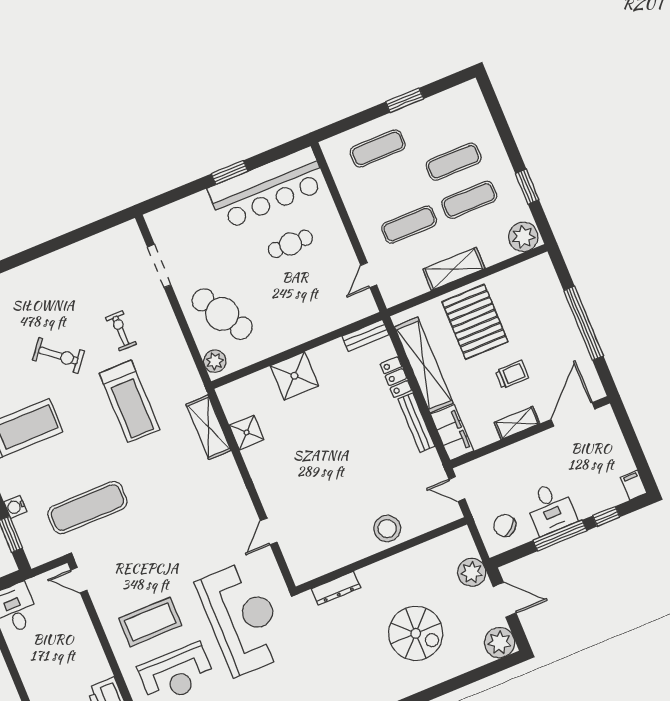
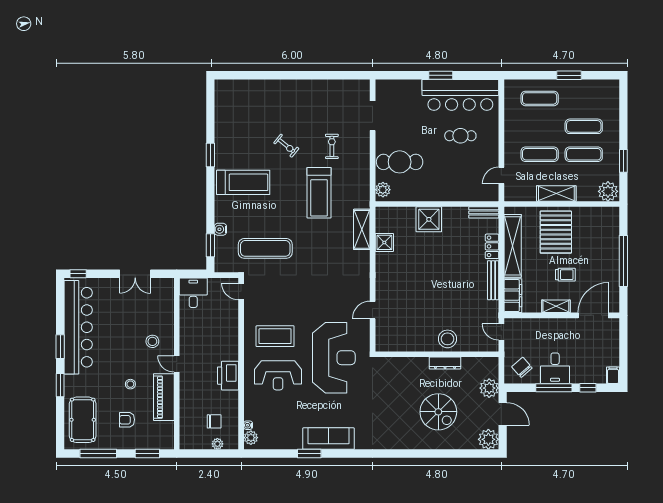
cafe table: (222, 314) -> (400, 162), turned -59
exercise bike: (58, 355) -> (286, 146), width x0.73, depth x0.72
dresser: (336, 588) -> (445, 363), moved

